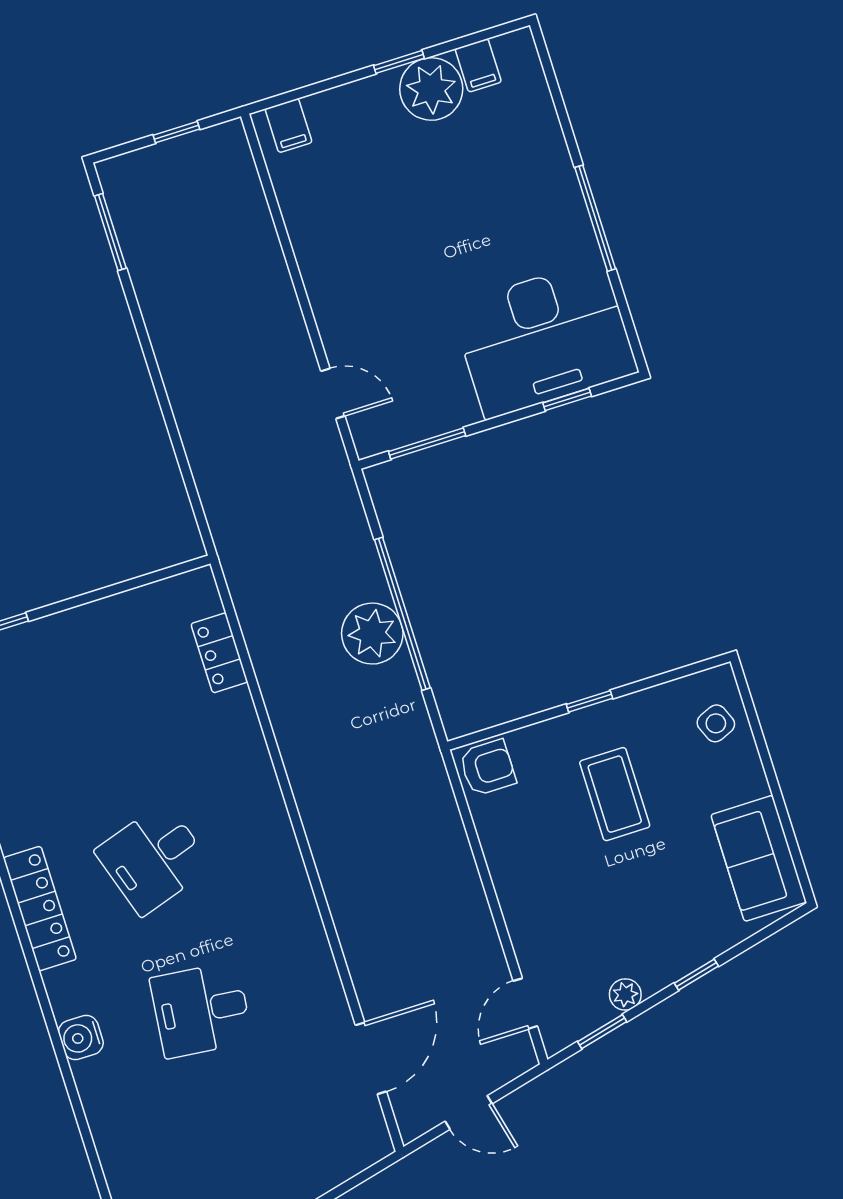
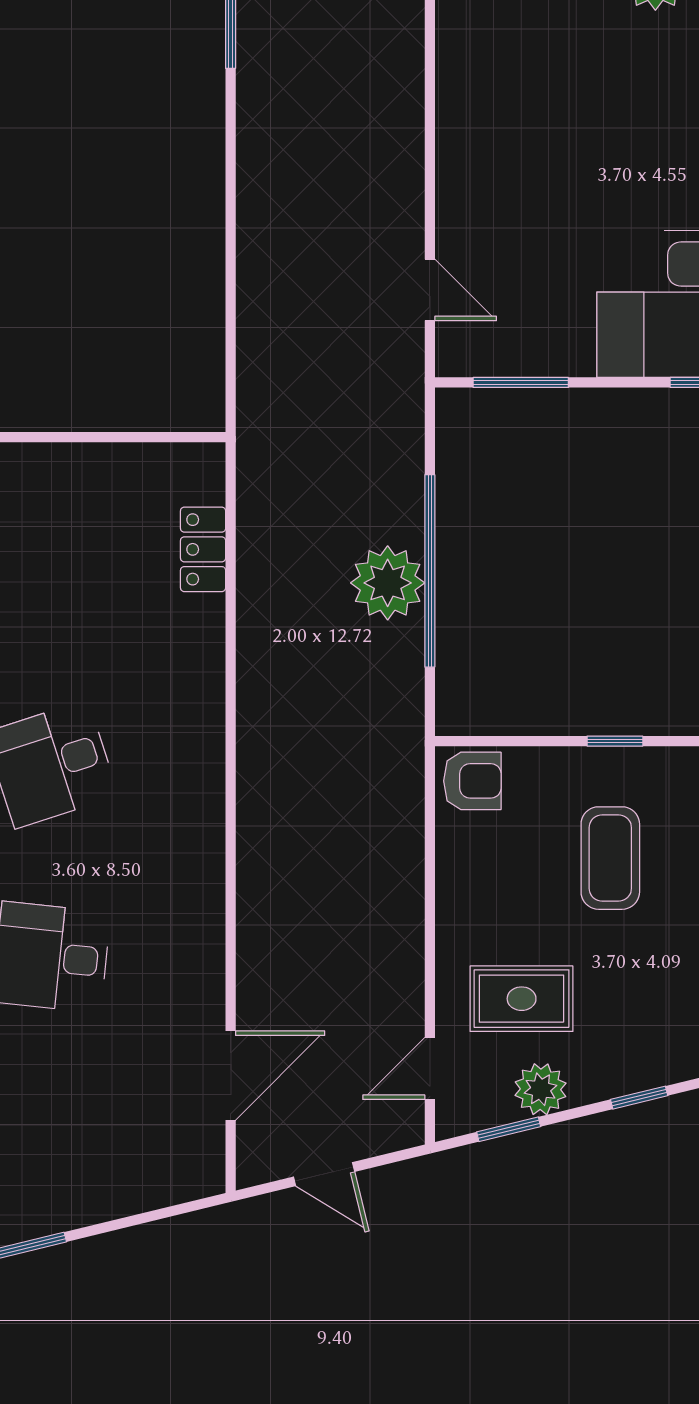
rug: (580, 926) -> (522, 999), added
plant: (625, 994) -> (541, 1089), width x1.38, depth x1.38

